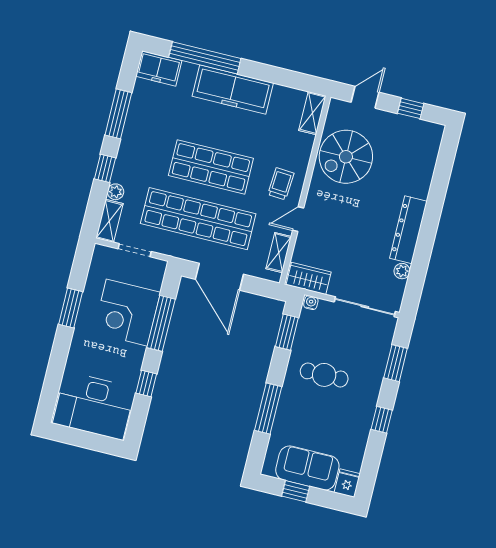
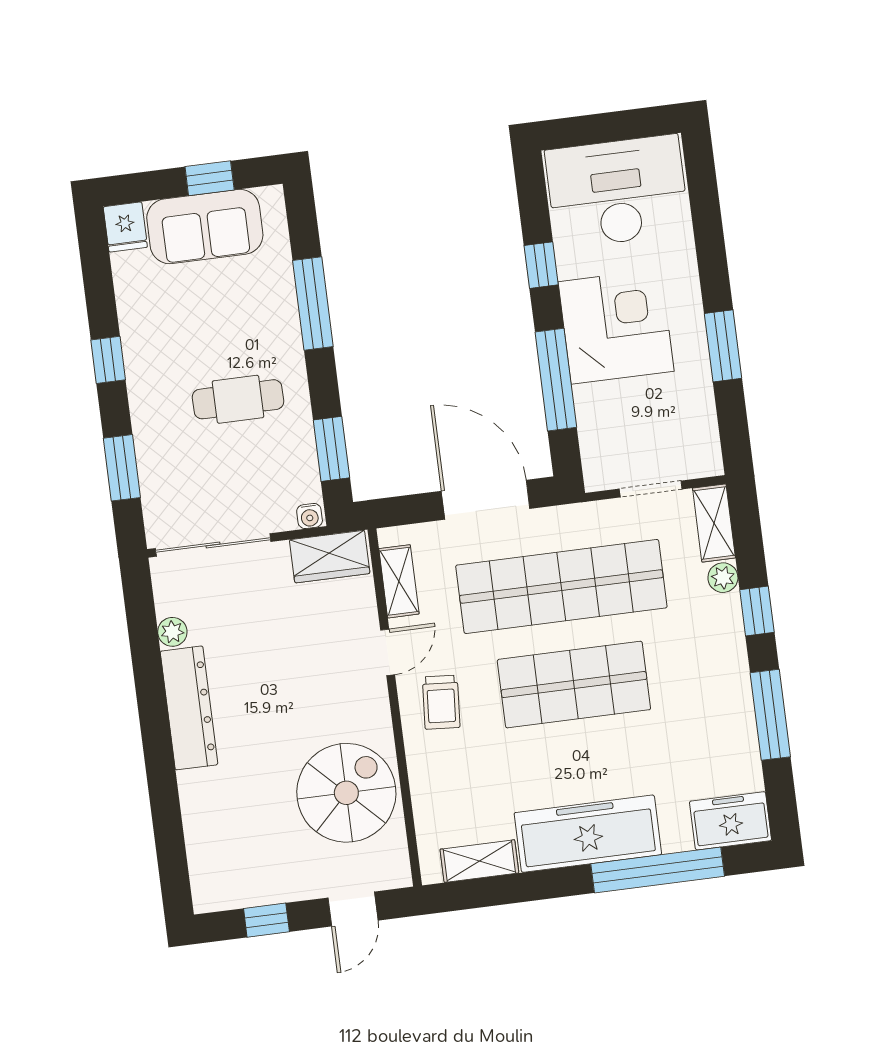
shelving: (312, 113) -> (479, 861), moved, turned 90
corner desk: (127, 313) -> (616, 326), moved

